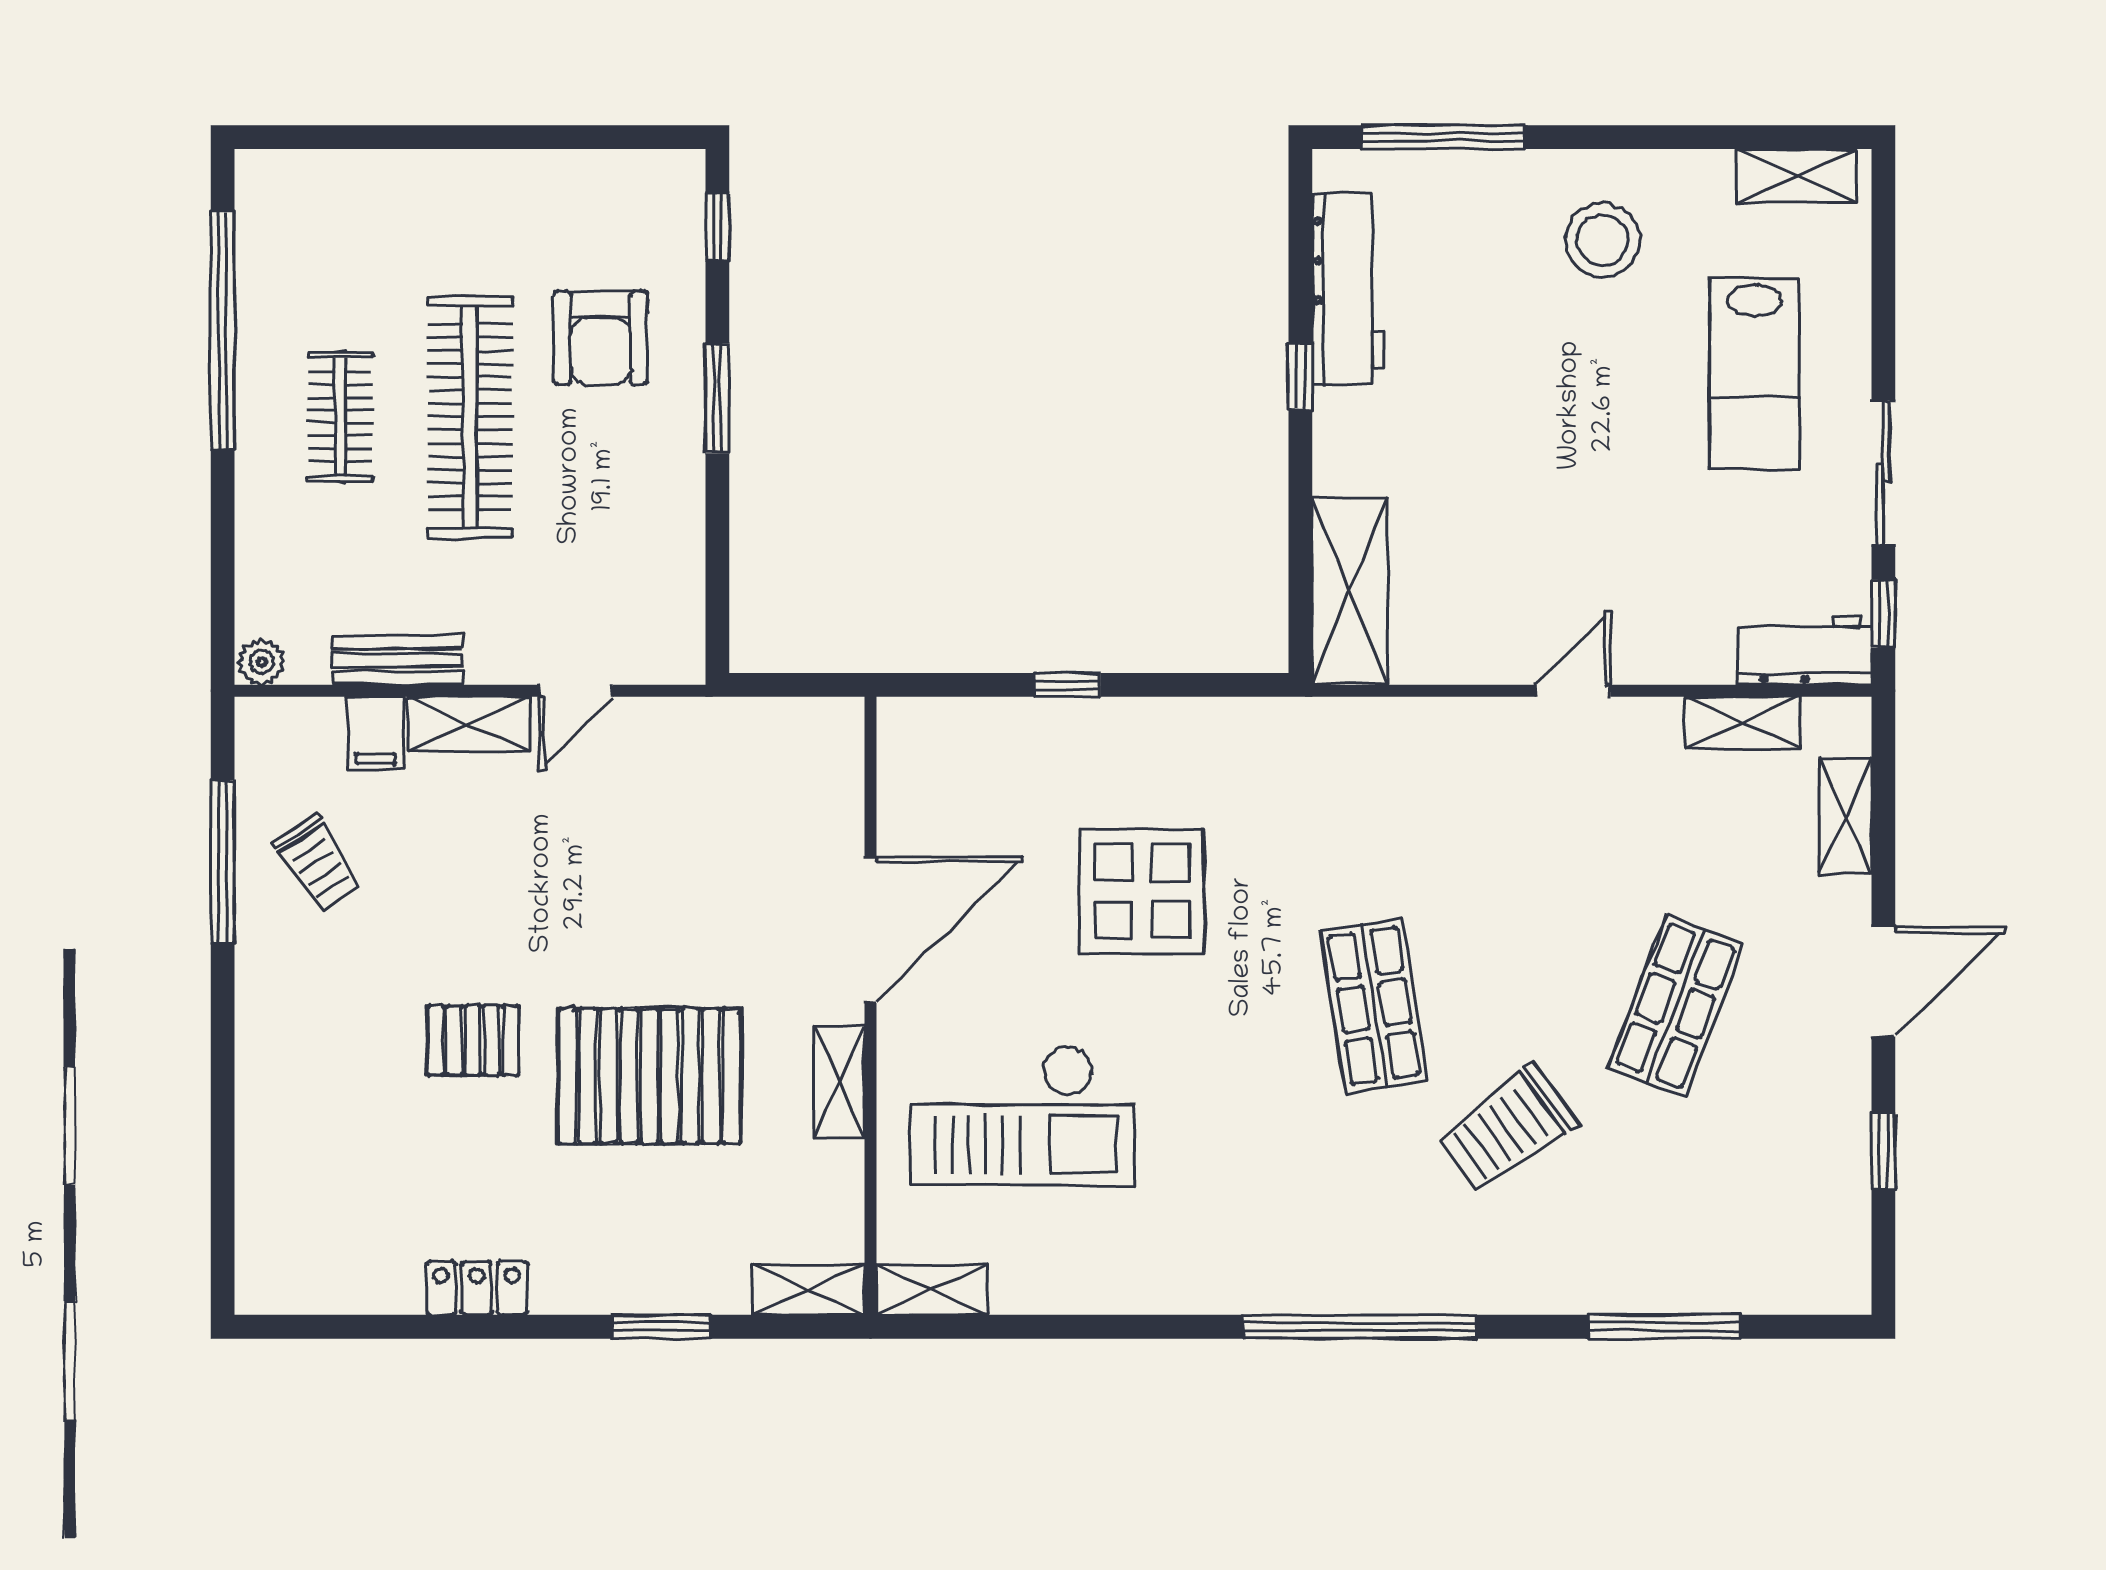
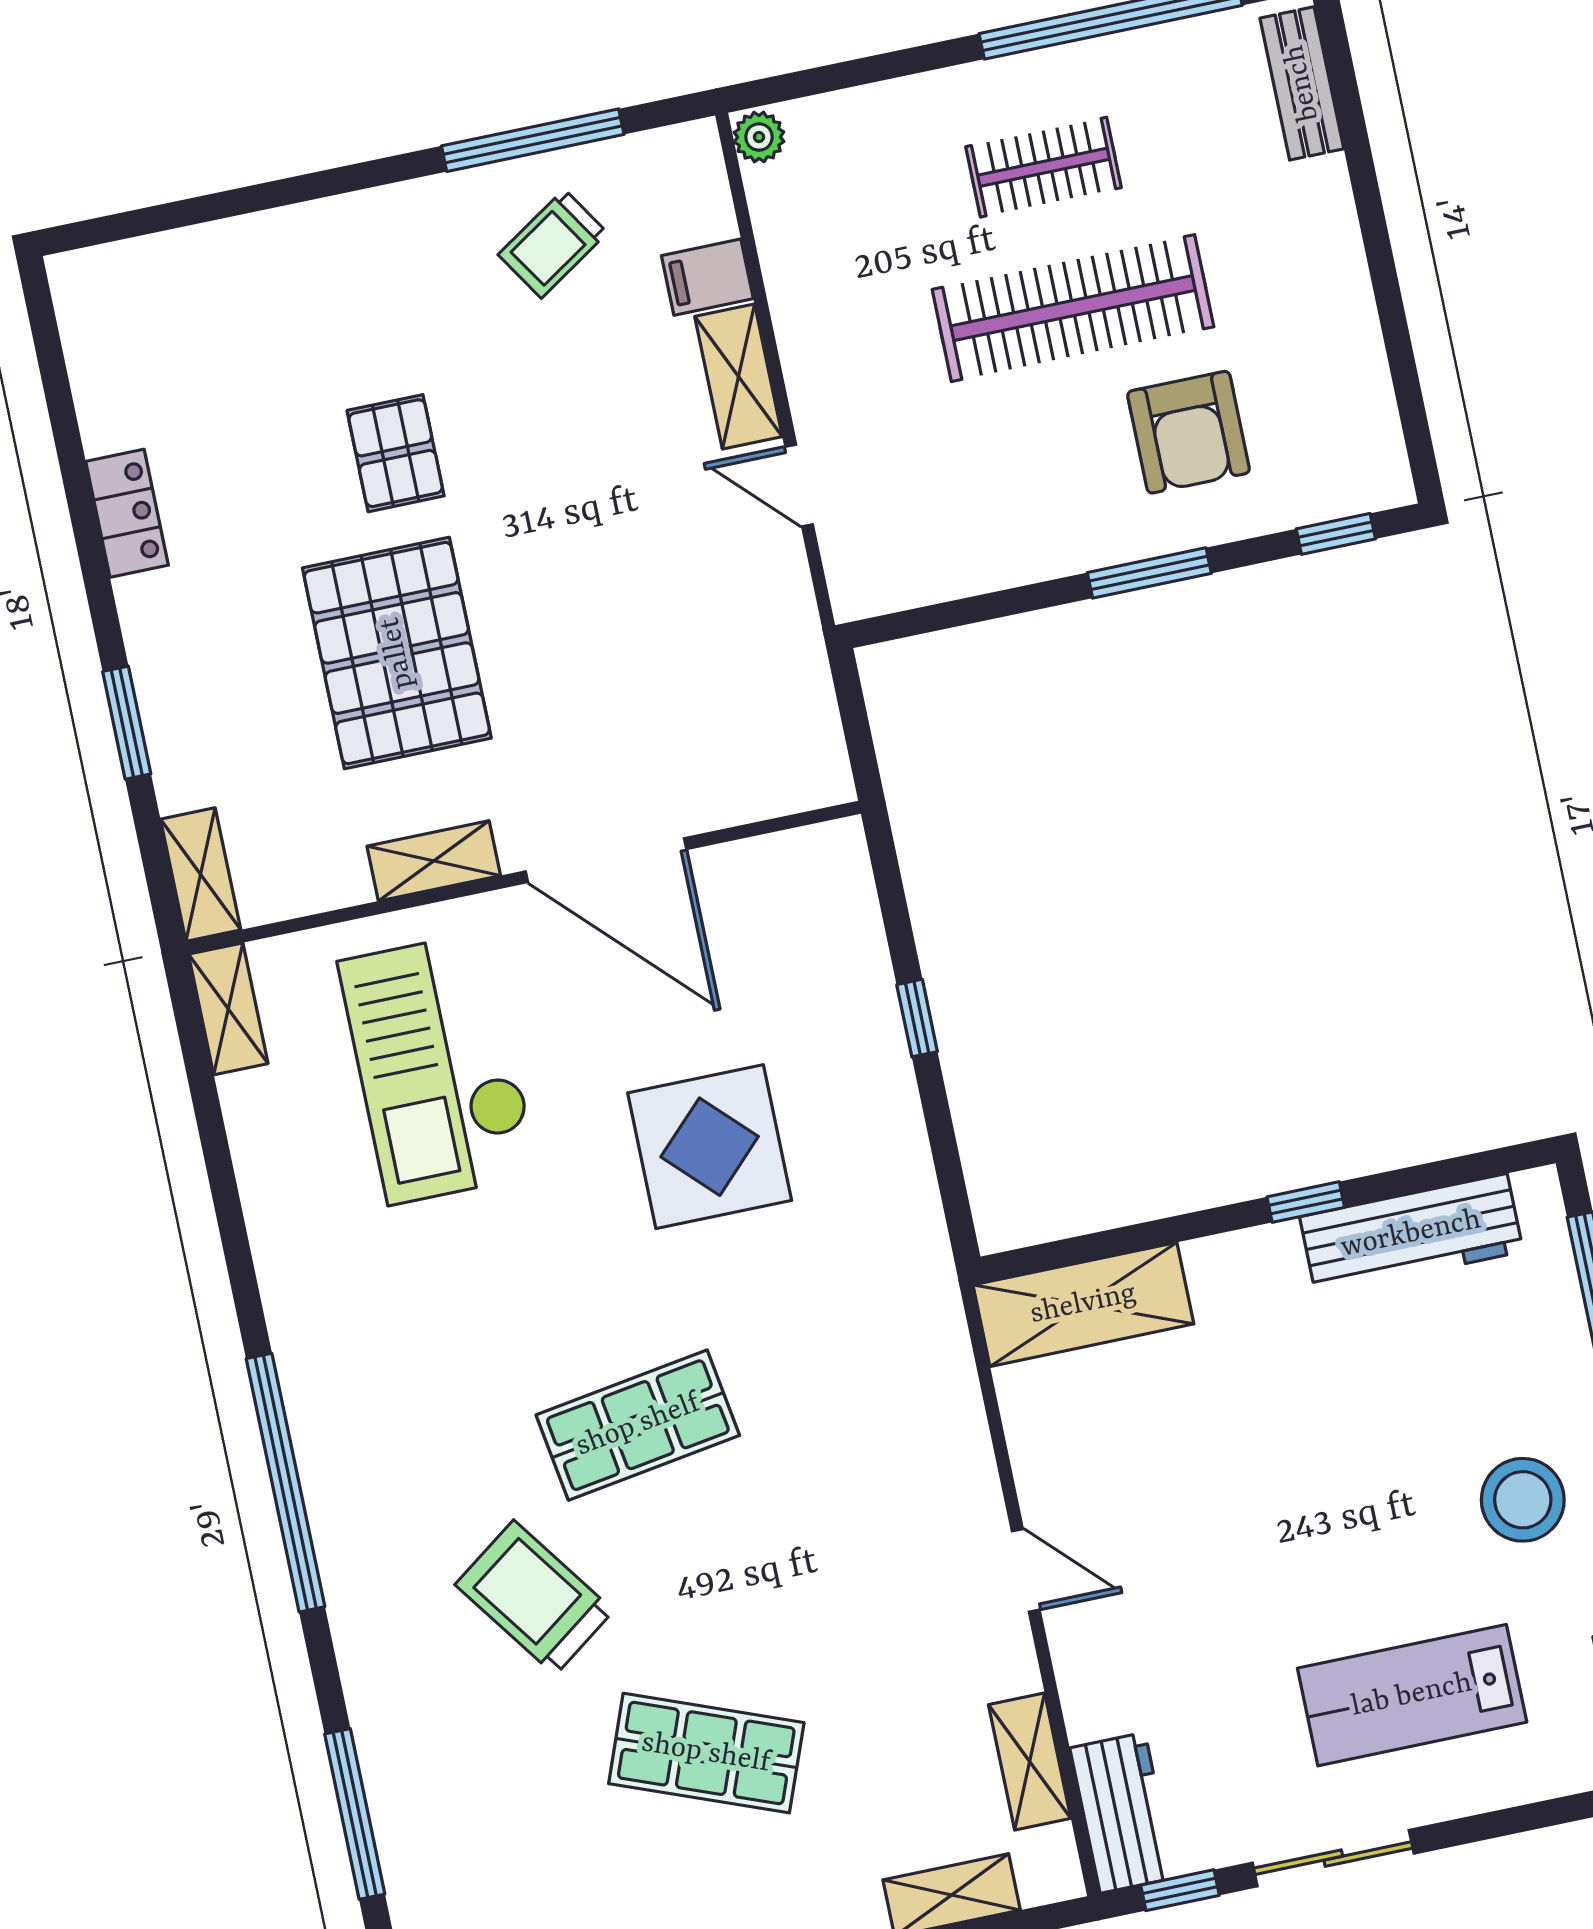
armchair: (601, 338) -> (1188, 432), turned -90
bench: (398, 660) -> (1302, 83), moved

